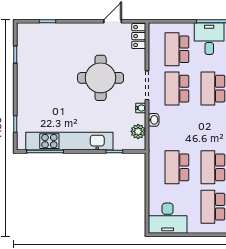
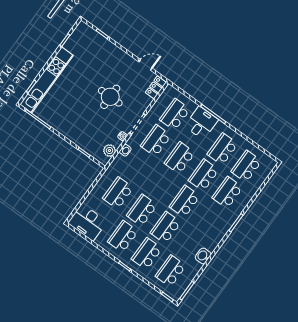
round table: (101, 78) -> (110, 97), width x0.73, depth x0.73
kitchen unit: (69, 141) -> (47, 80), moved, turned 90

